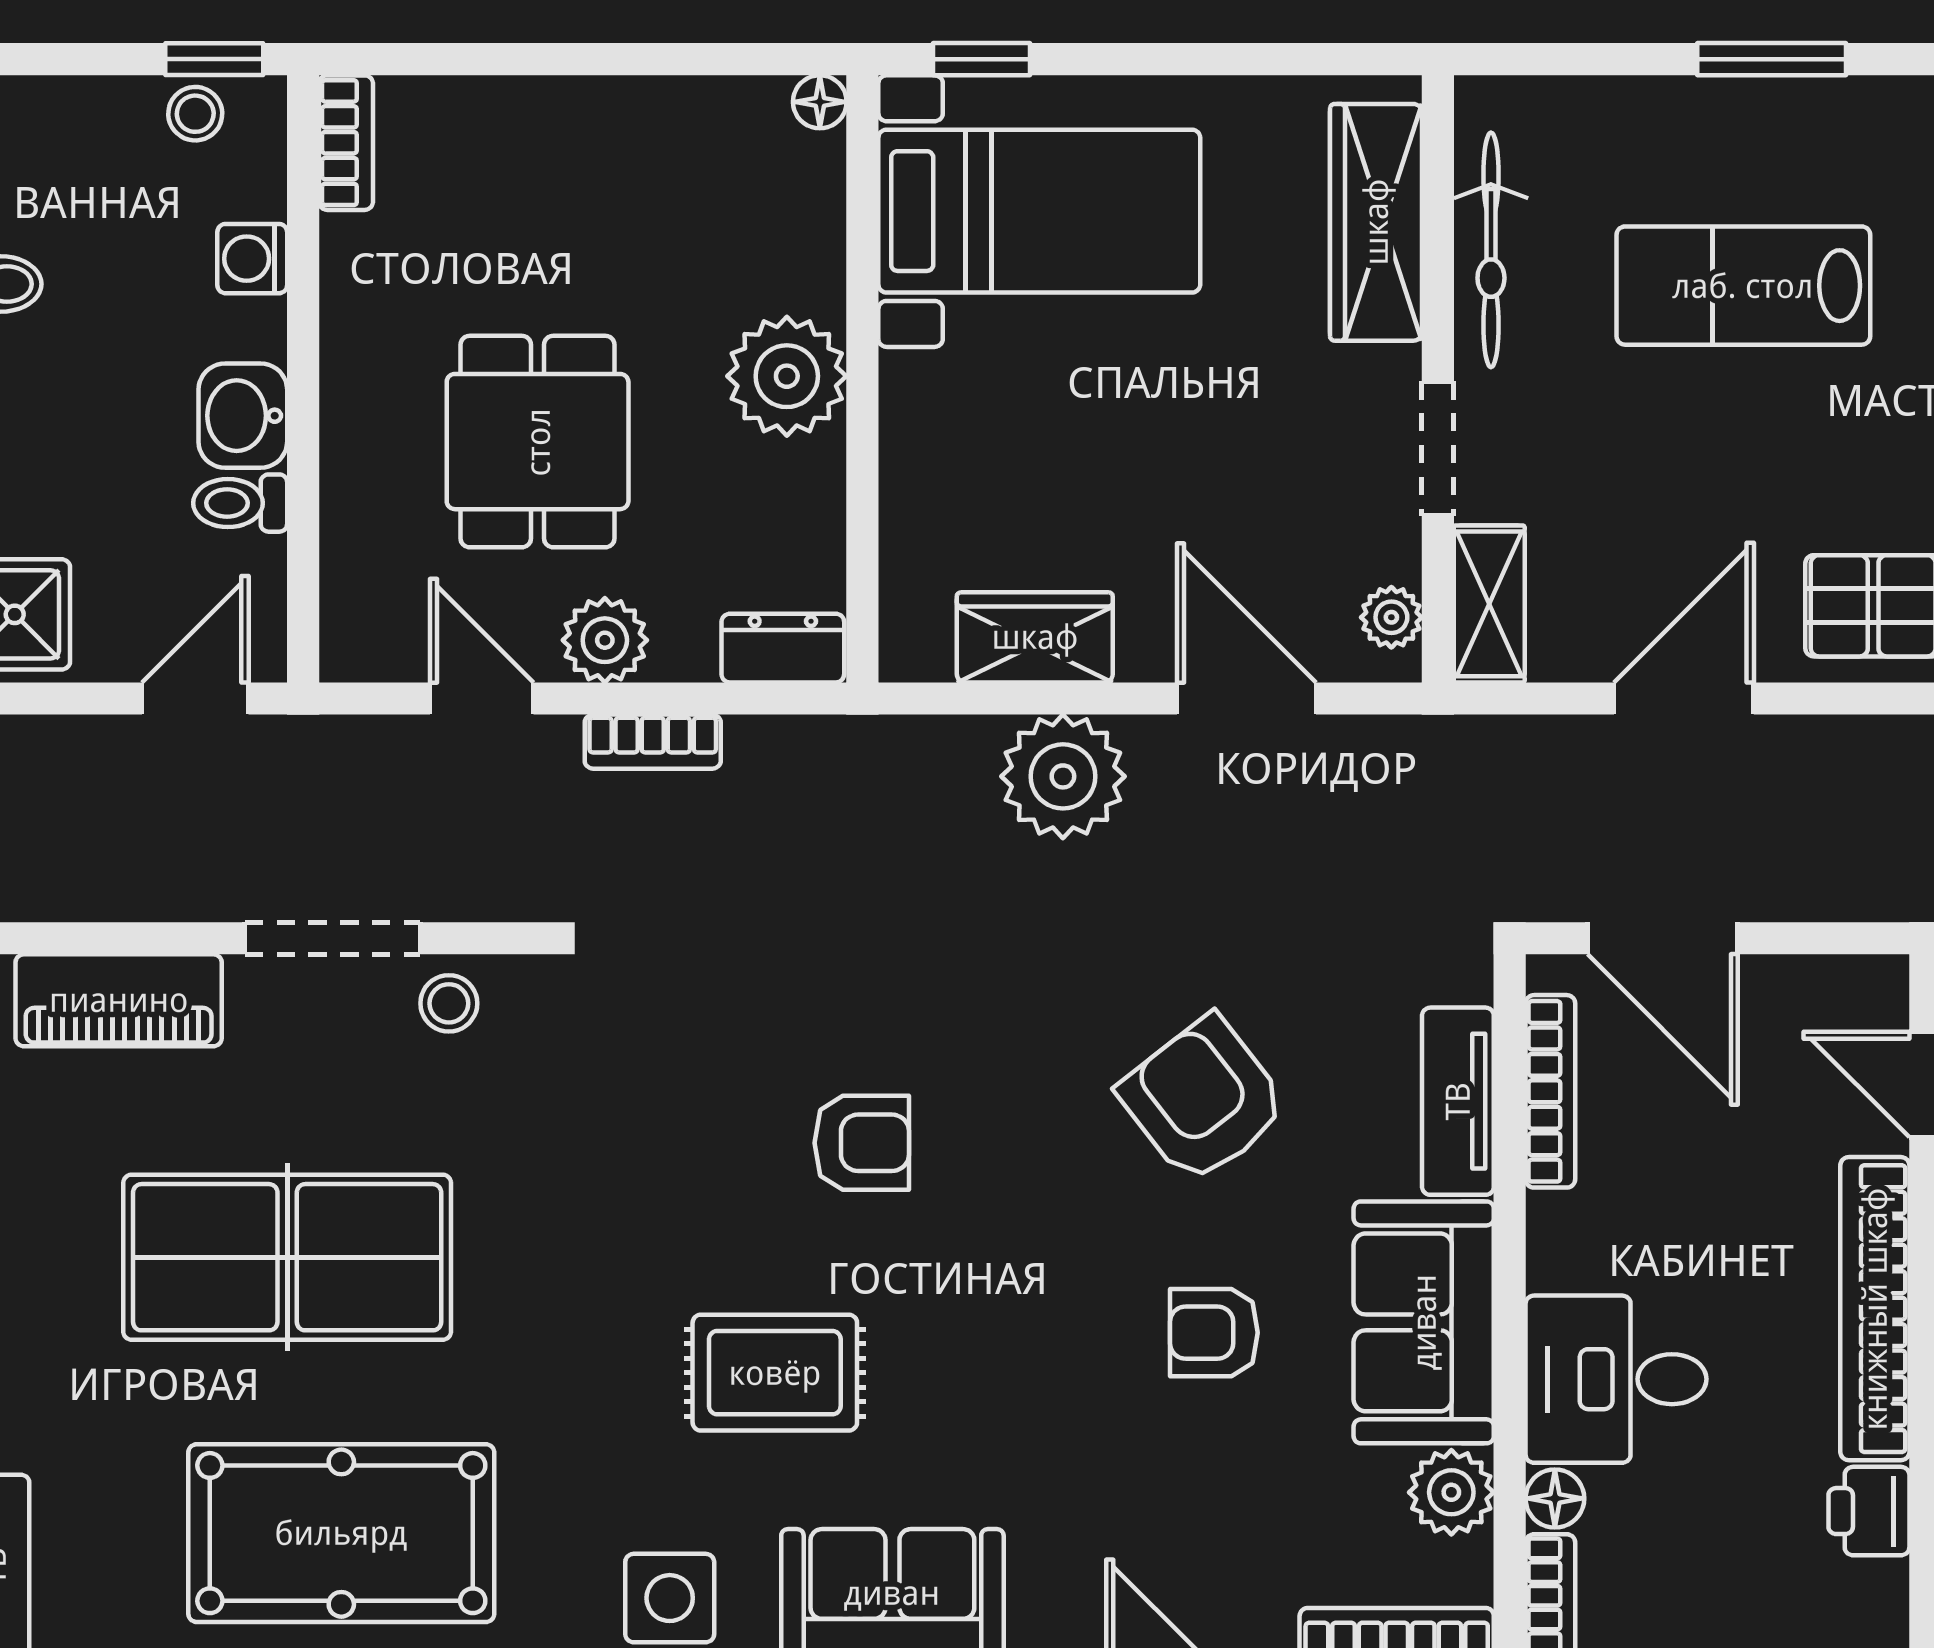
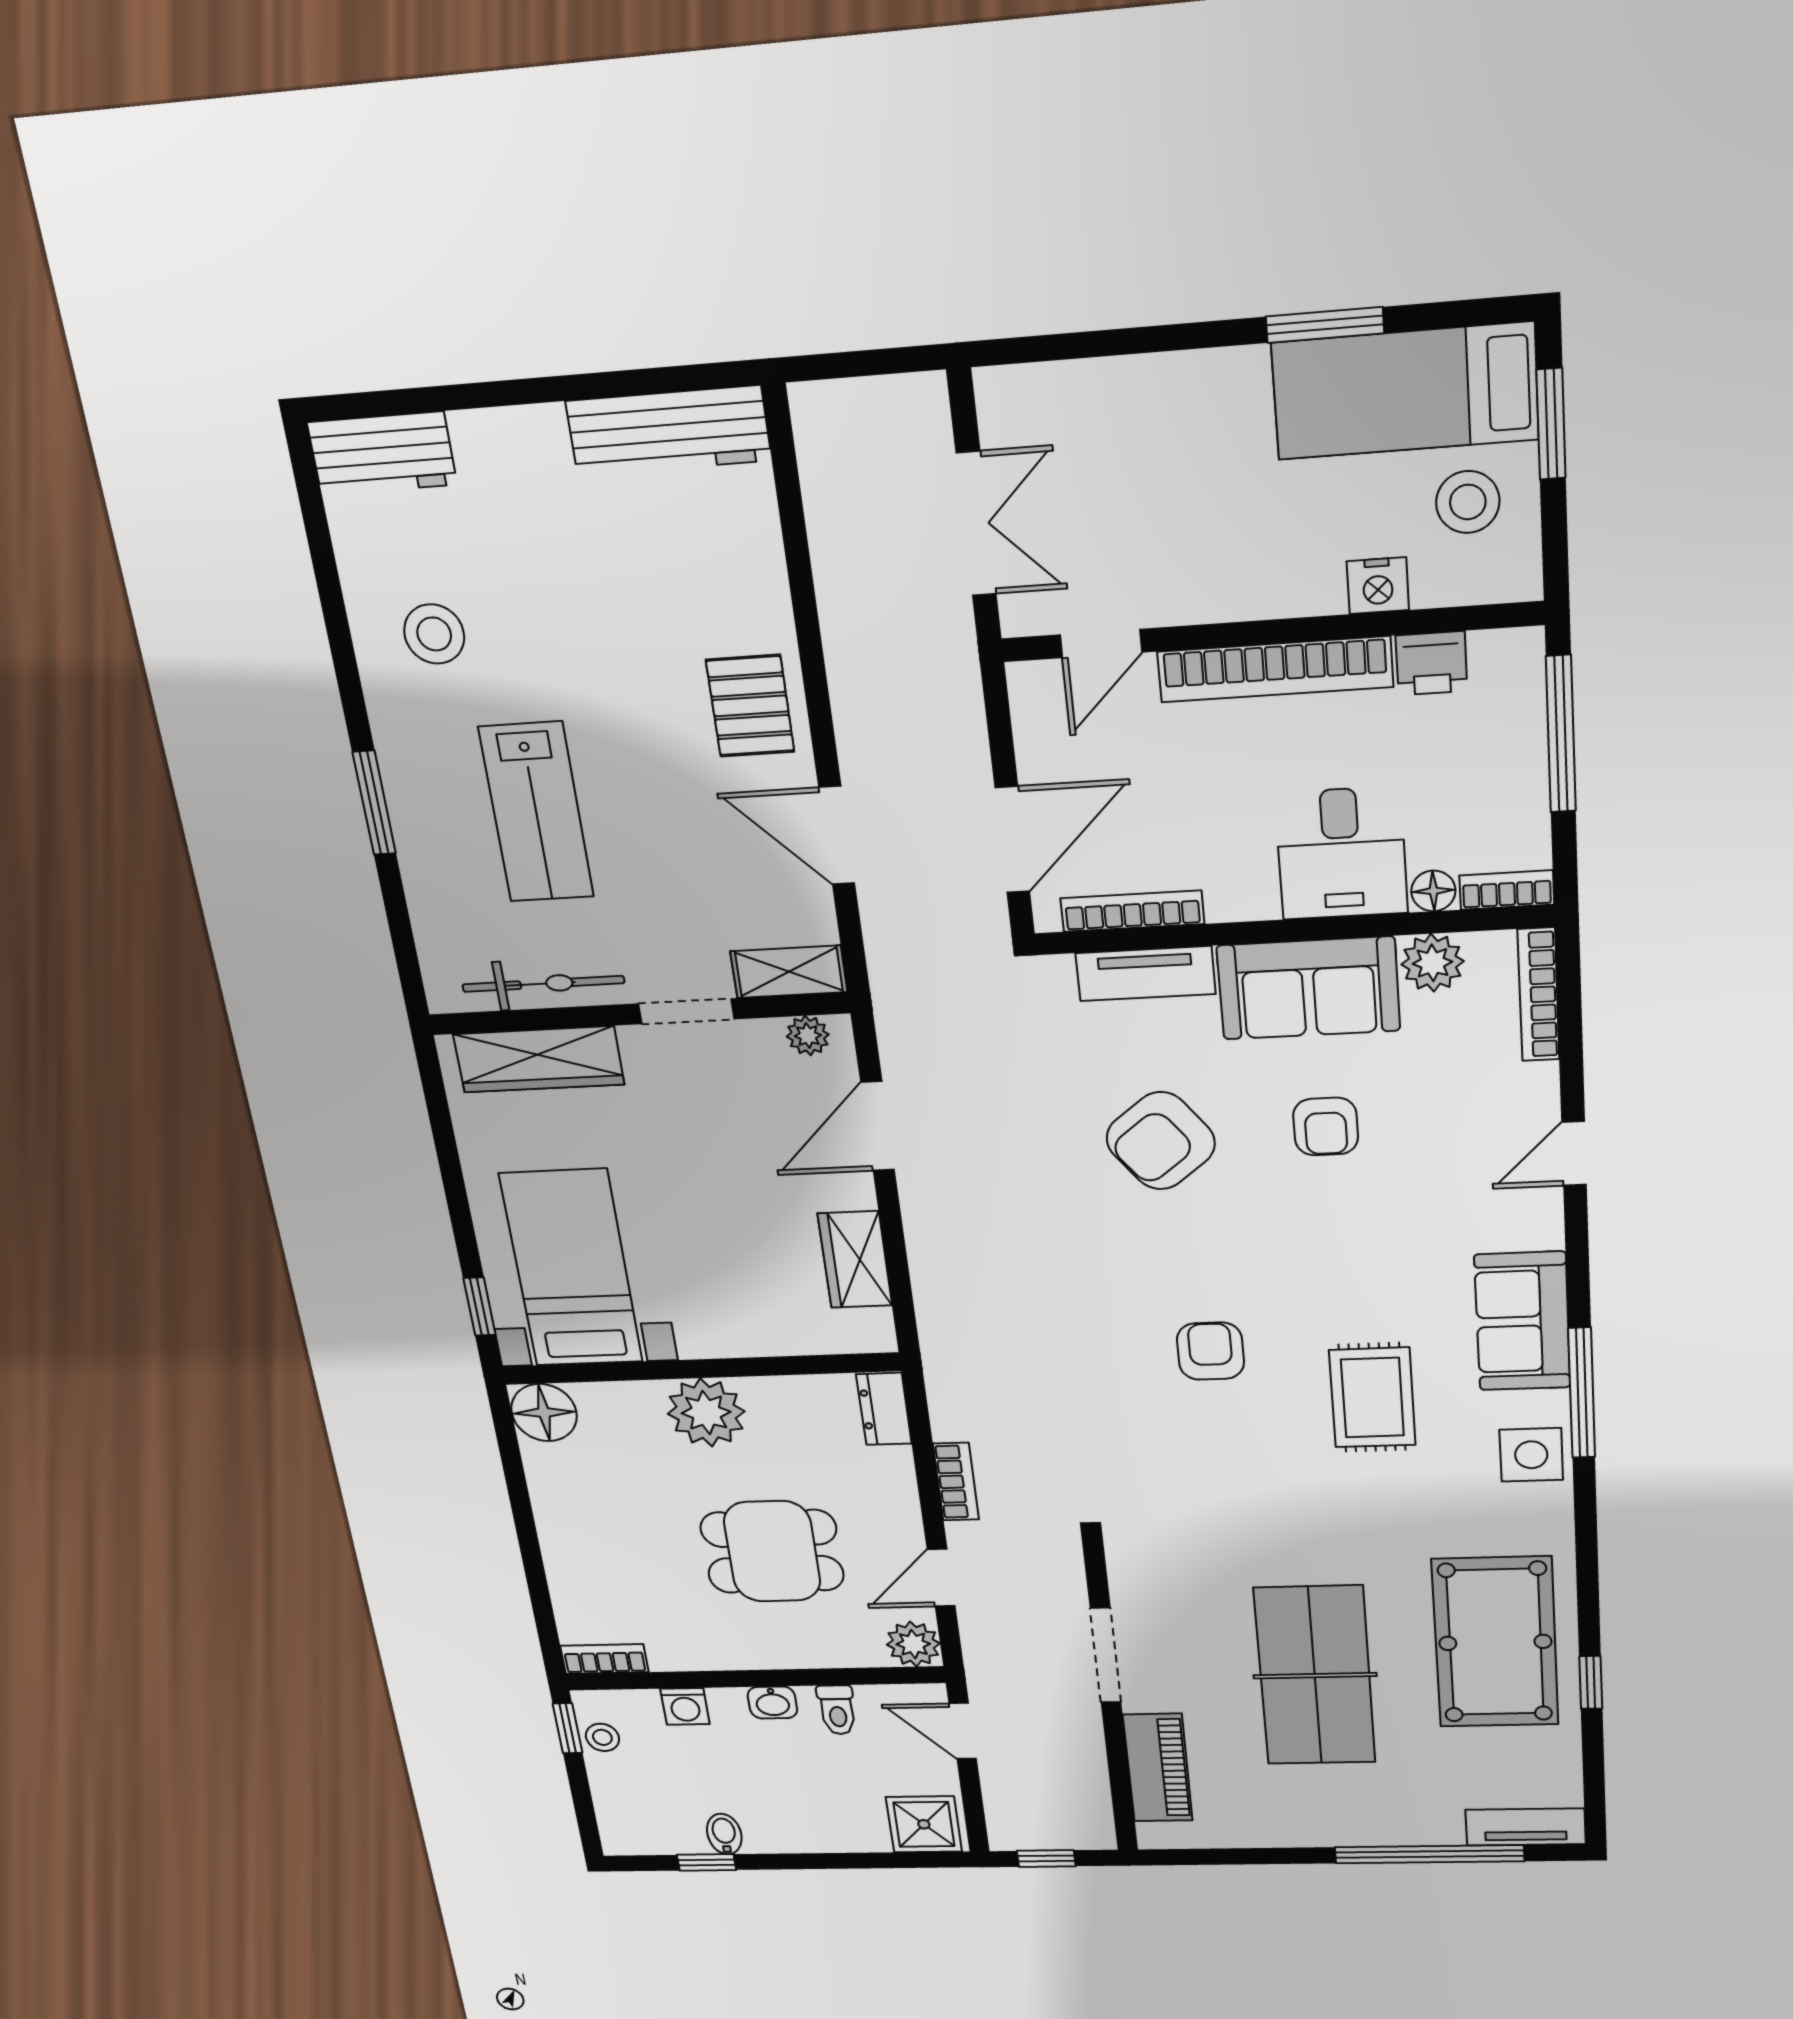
floor lamp: (820, 102) -> (544, 1413), width x1.89, depth x1.89
washbasin: (243, 416) -> (772, 1703), width x0.72, depth x0.69
plant: (605, 640) -> (913, 1644), moved
plant: (1063, 776) -> (947, 1239), removed
stool: (449, 1003) -> (1141, 1591), removed

